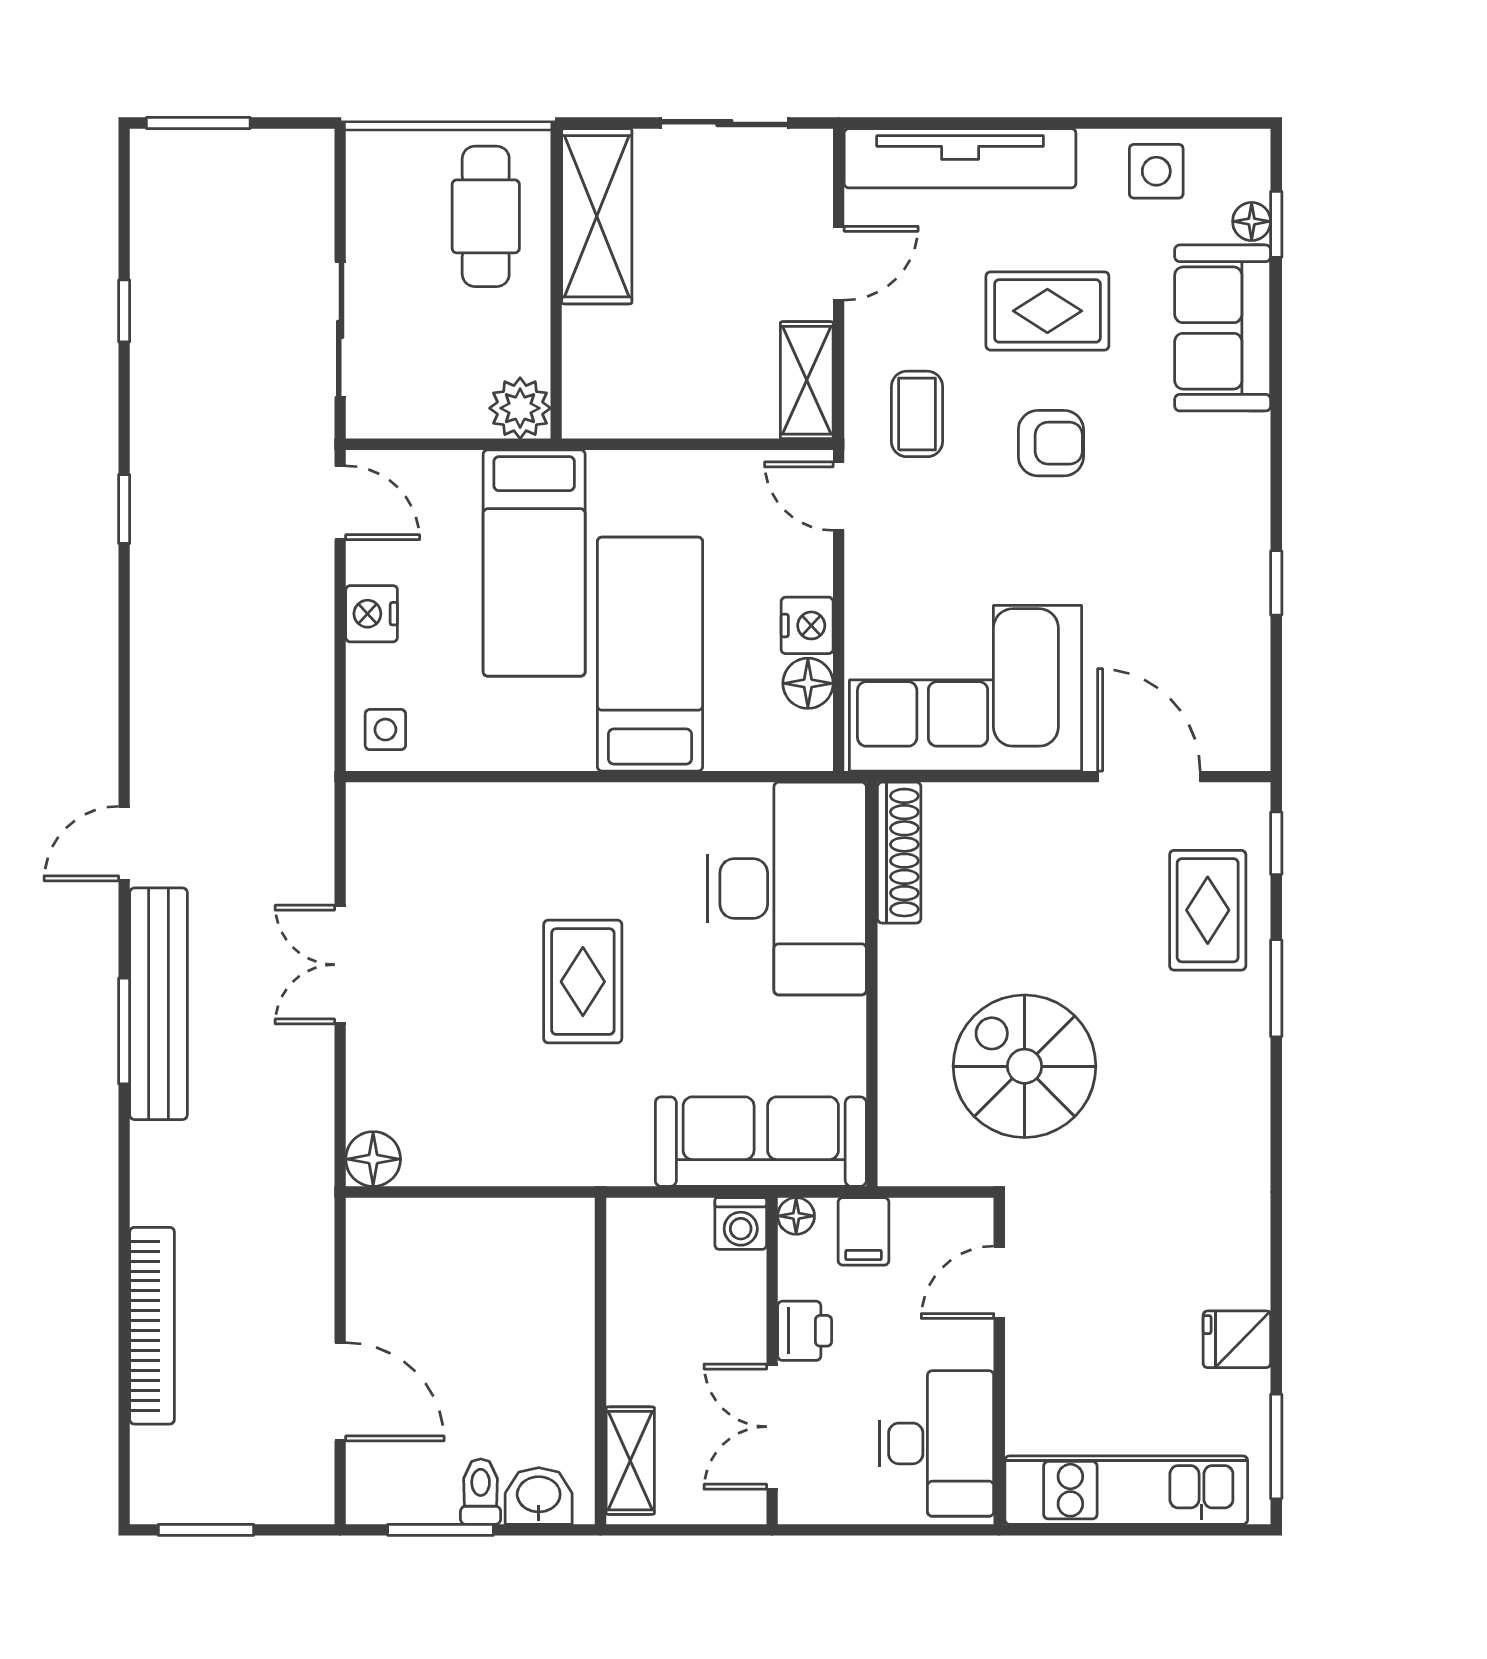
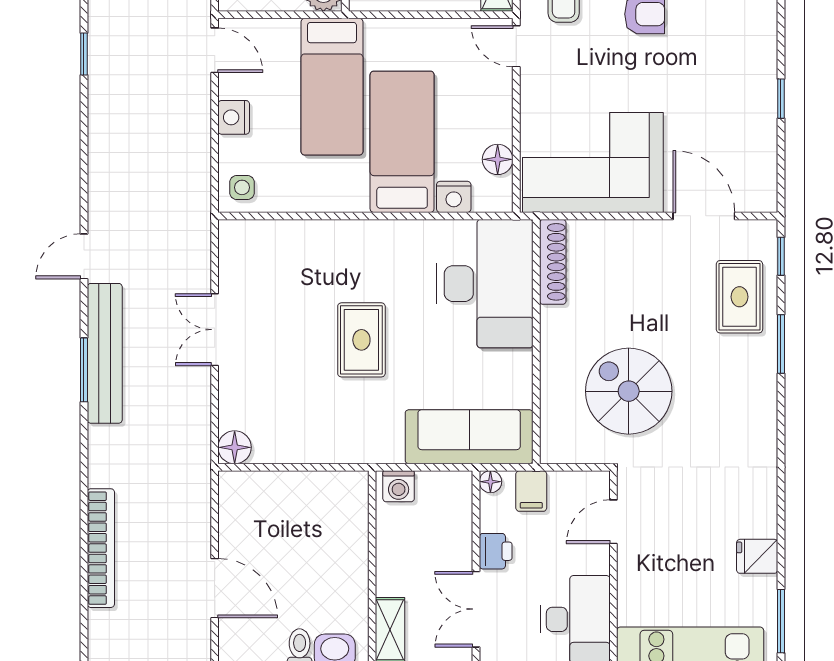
nightstand: (807, 625) -> (454, 197), moved, turned 90
washing machine: (741, 1223) -> (399, 486), moved

